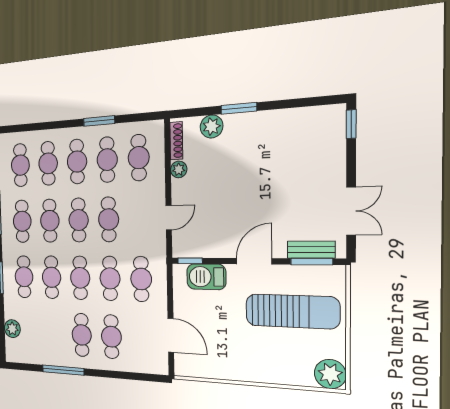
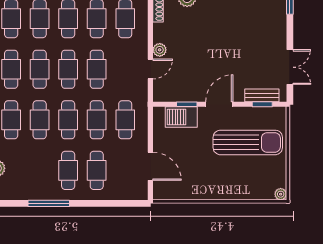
plant: (179, 169) -> (160, 50), moved
window: (190, 261) -> (187, 104), moved
window: (312, 262) -> (262, 104), width x0.67
plant: (330, 374) -> (281, 194), width x0.53, depth x0.53

